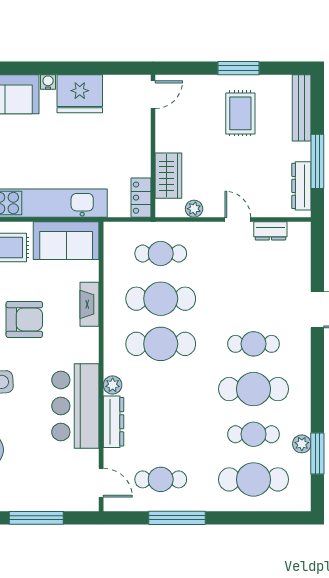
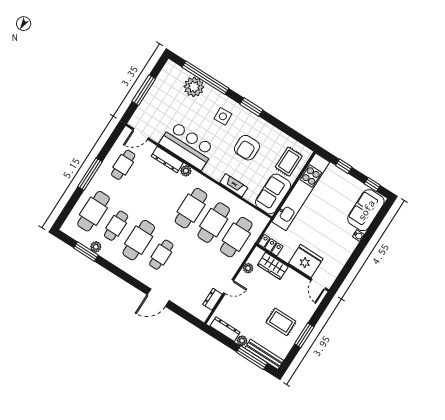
fridge: (80, 94) -> (306, 261), moved, turned 90
plant: (302, 151) -> (242, 341), added
window: (317, 161) -> (252, 358), moved
cafe table: (161, 254) -> (236, 237), width x1.37, depth x1.35
window: (177, 518) -> (90, 174), moved

